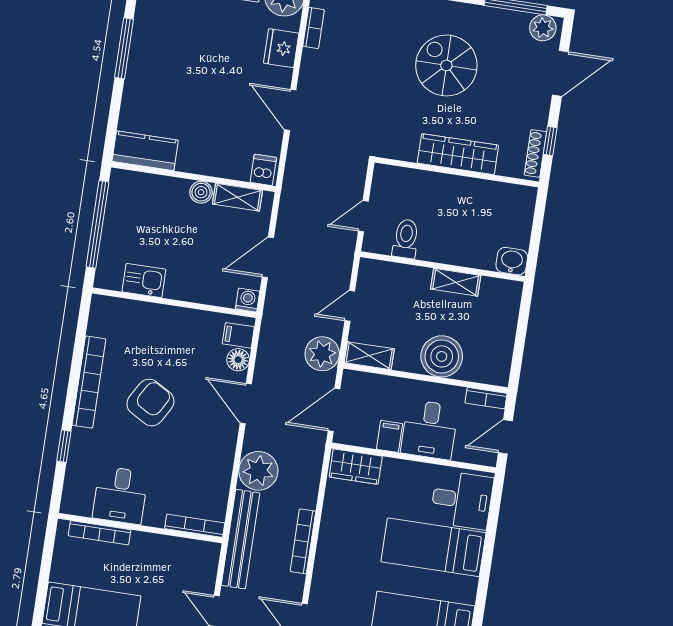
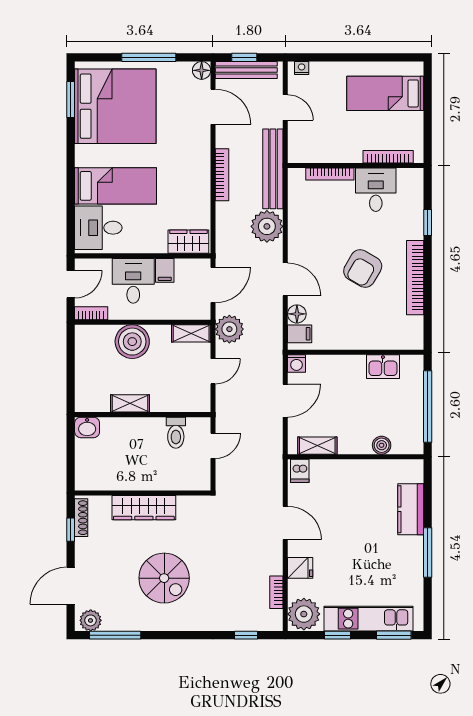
fridge: (281, 48) -> (300, 568), width x0.72
kitchen counter: (145, 151) -> (411, 509), moved, turned 90
boiler: (201, 192) -> (382, 445), moved
bookcase: (195, 526) -> (330, 174), moved

